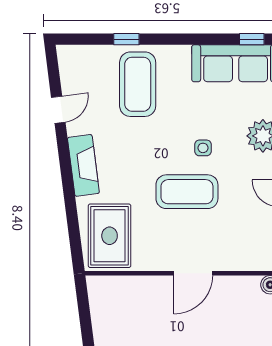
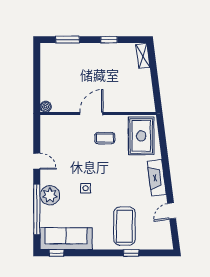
coffee table: (187, 192) -> (105, 138), moved, width x0.54, depth x0.58

